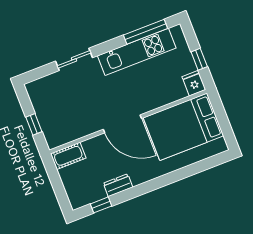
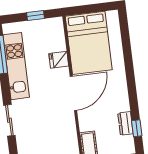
fridge: (194, 83) -> (59, 60), moved
dresser: (118, 185) -> (126, 123), moved

